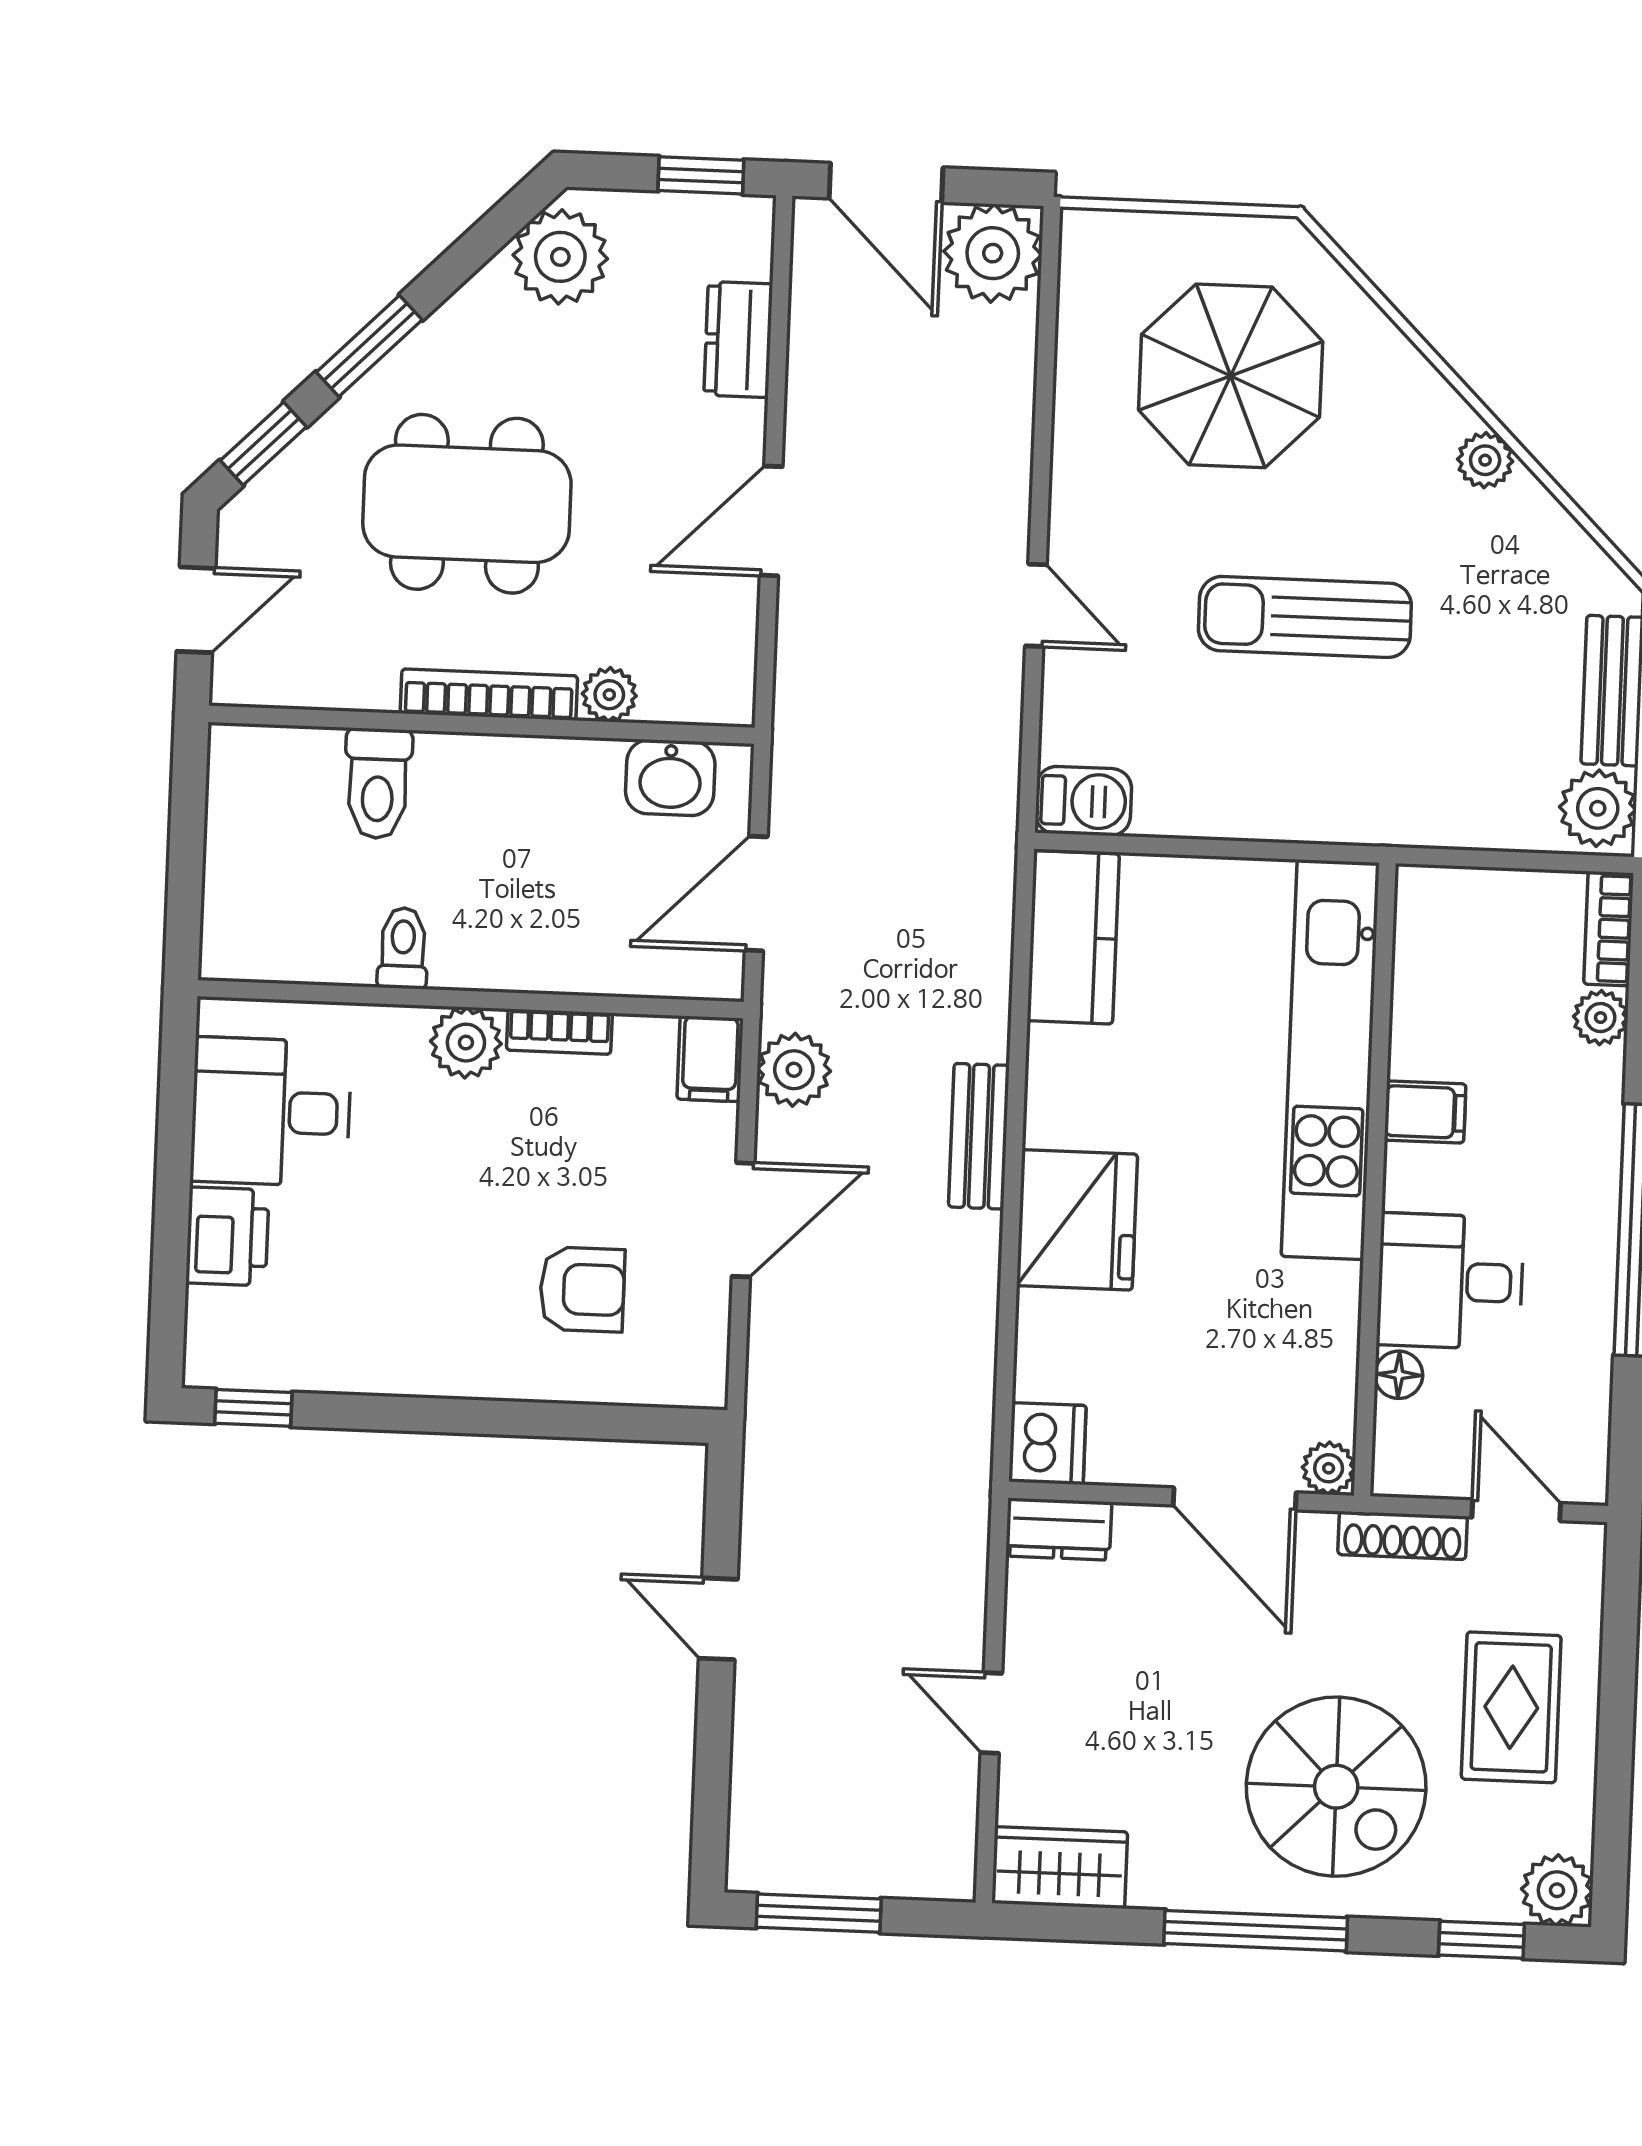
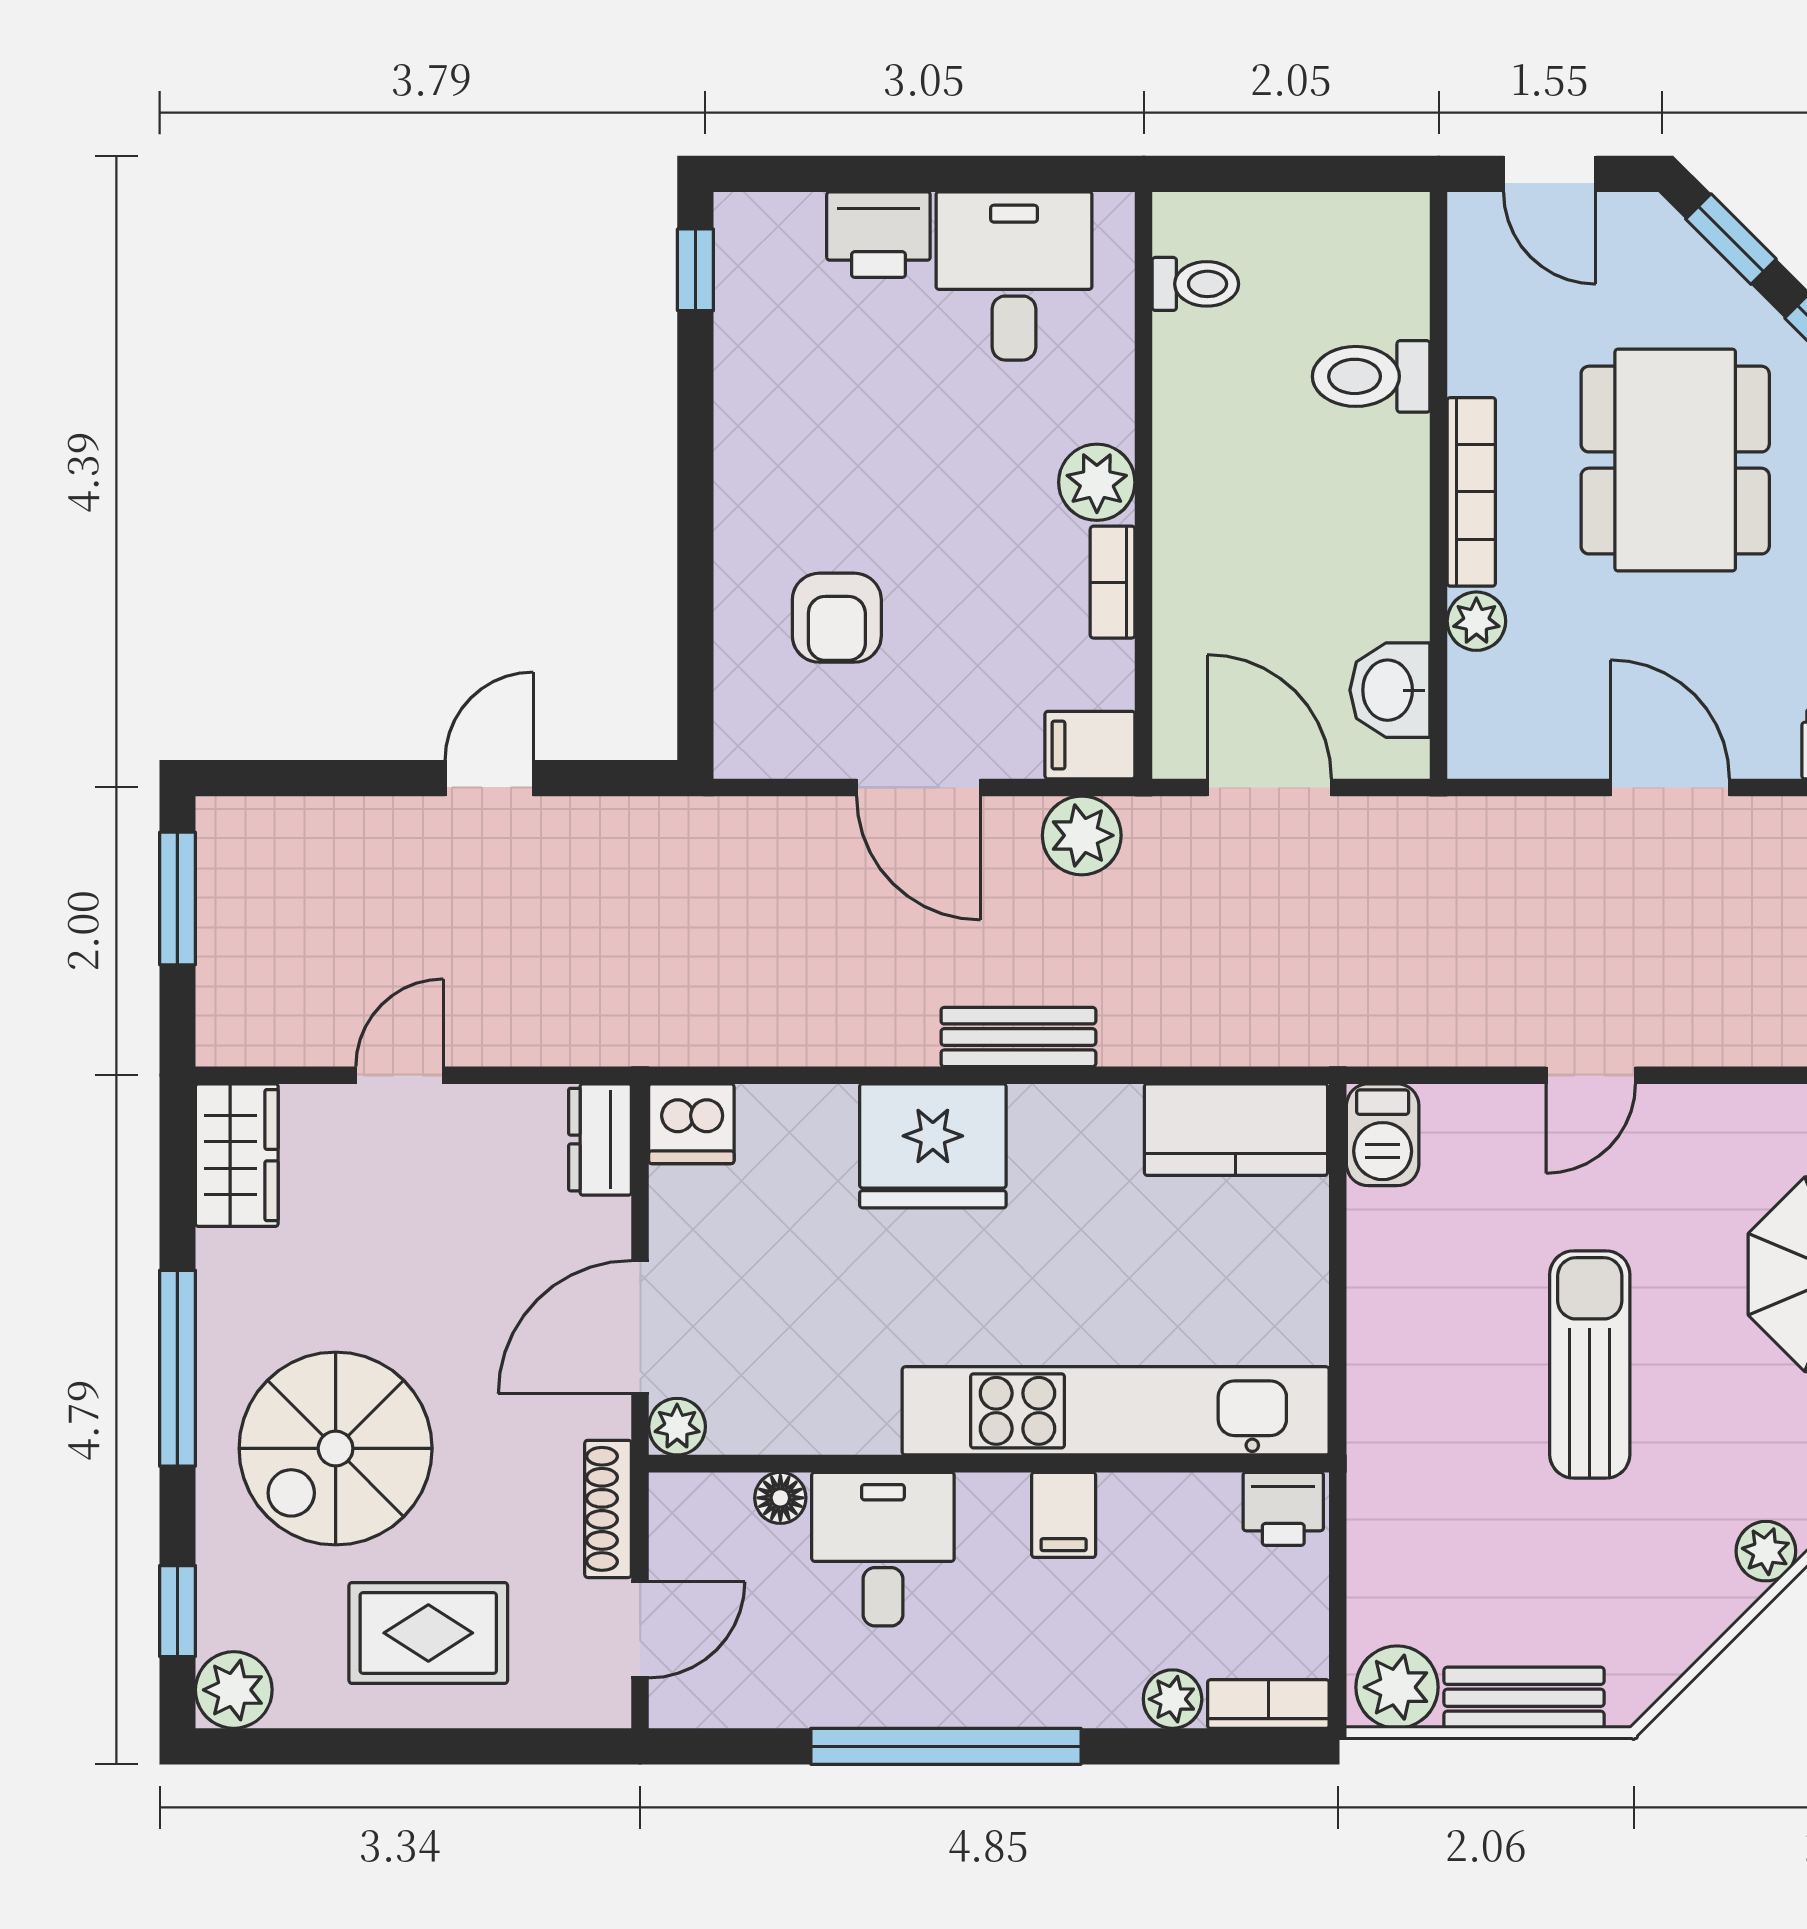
printer: (1428, 907) -> (1283, 1509), added
toilet: (403, 948) -> (1195, 284), moved

